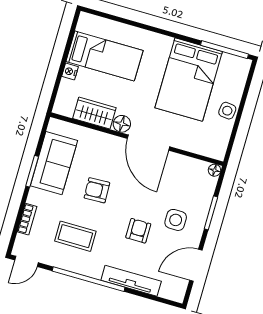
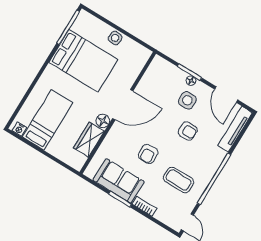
nightstand: (70, 72) -> (19, 129), moved
floor lamp: (214, 170) -> (191, 81), moved
bookcase: (27, 219) -> (144, 206), moved
armchair: (138, 231) -> (188, 131), turned 180
coffee table: (75, 236) -> (179, 180), turned 90
tv unit: (131, 281) -> (235, 129), moved

